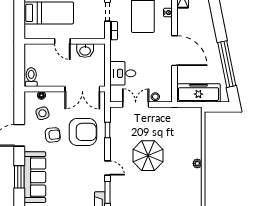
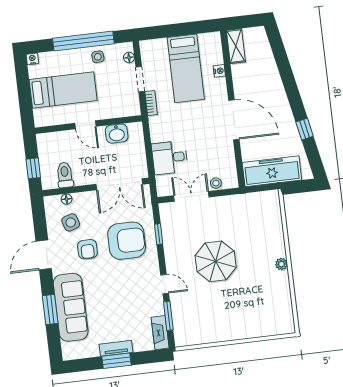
window: (227, 64) -> (305, 129), width x0.32
window: (19, 69) -> (33, 168), added
toilet: (31, 77) -> (65, 175), moved
armchair: (53, 135) -> (87, 249), turned 96

